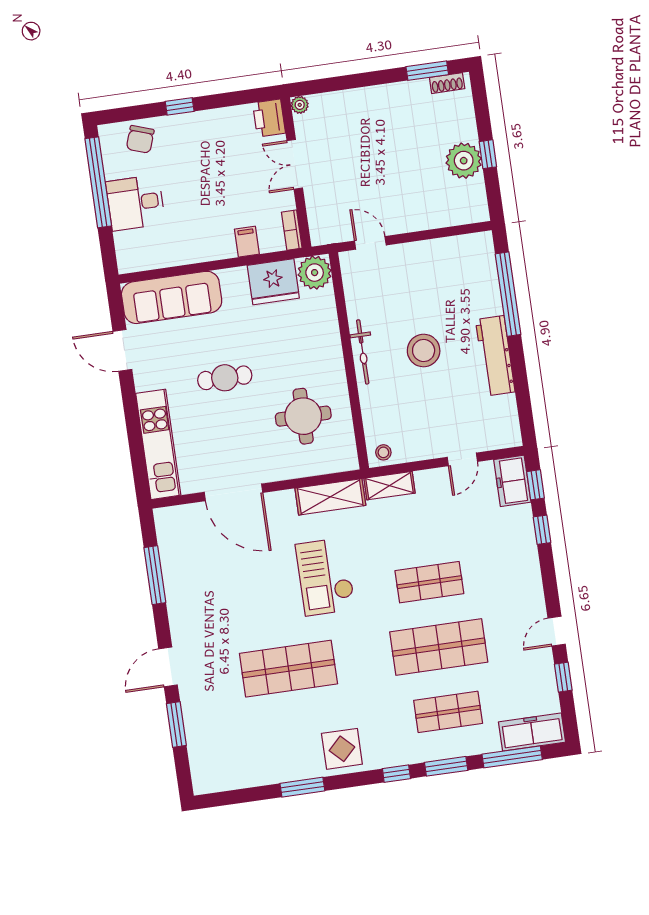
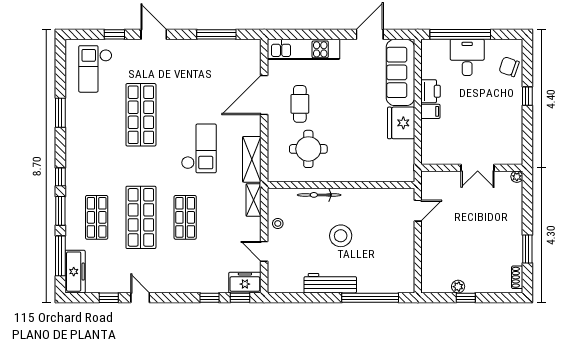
window: (427, 71) -> (527, 249), moved
printer: (269, 118) -> (430, 91), moved, turned 90
plant: (464, 161) -> (458, 287), width x0.53, depth x0.53
double door: (295, 164) -> (478, 168), swing flipped
window: (98, 182) -> (460, 34), moved
bookcase: (292, 230) -> (434, 159), removed
filing cabinet: (247, 242) -> (430, 111), moved
plant: (315, 273) -> (403, 170), removed
fridge: (273, 282) -> (401, 123), moved
bicycle: (363, 352) -> (319, 195), moved
cafe table: (225, 378) -> (300, 104), moved
stool: (383, 452) -> (278, 223), moved
checkout: (325, 577) -> (199, 148), turned 90
window: (176, 725) -> (114, 34), width x0.67
checkout: (231, 745) -> (95, 69), added
display table: (342, 749) -> (82, 143), removed

